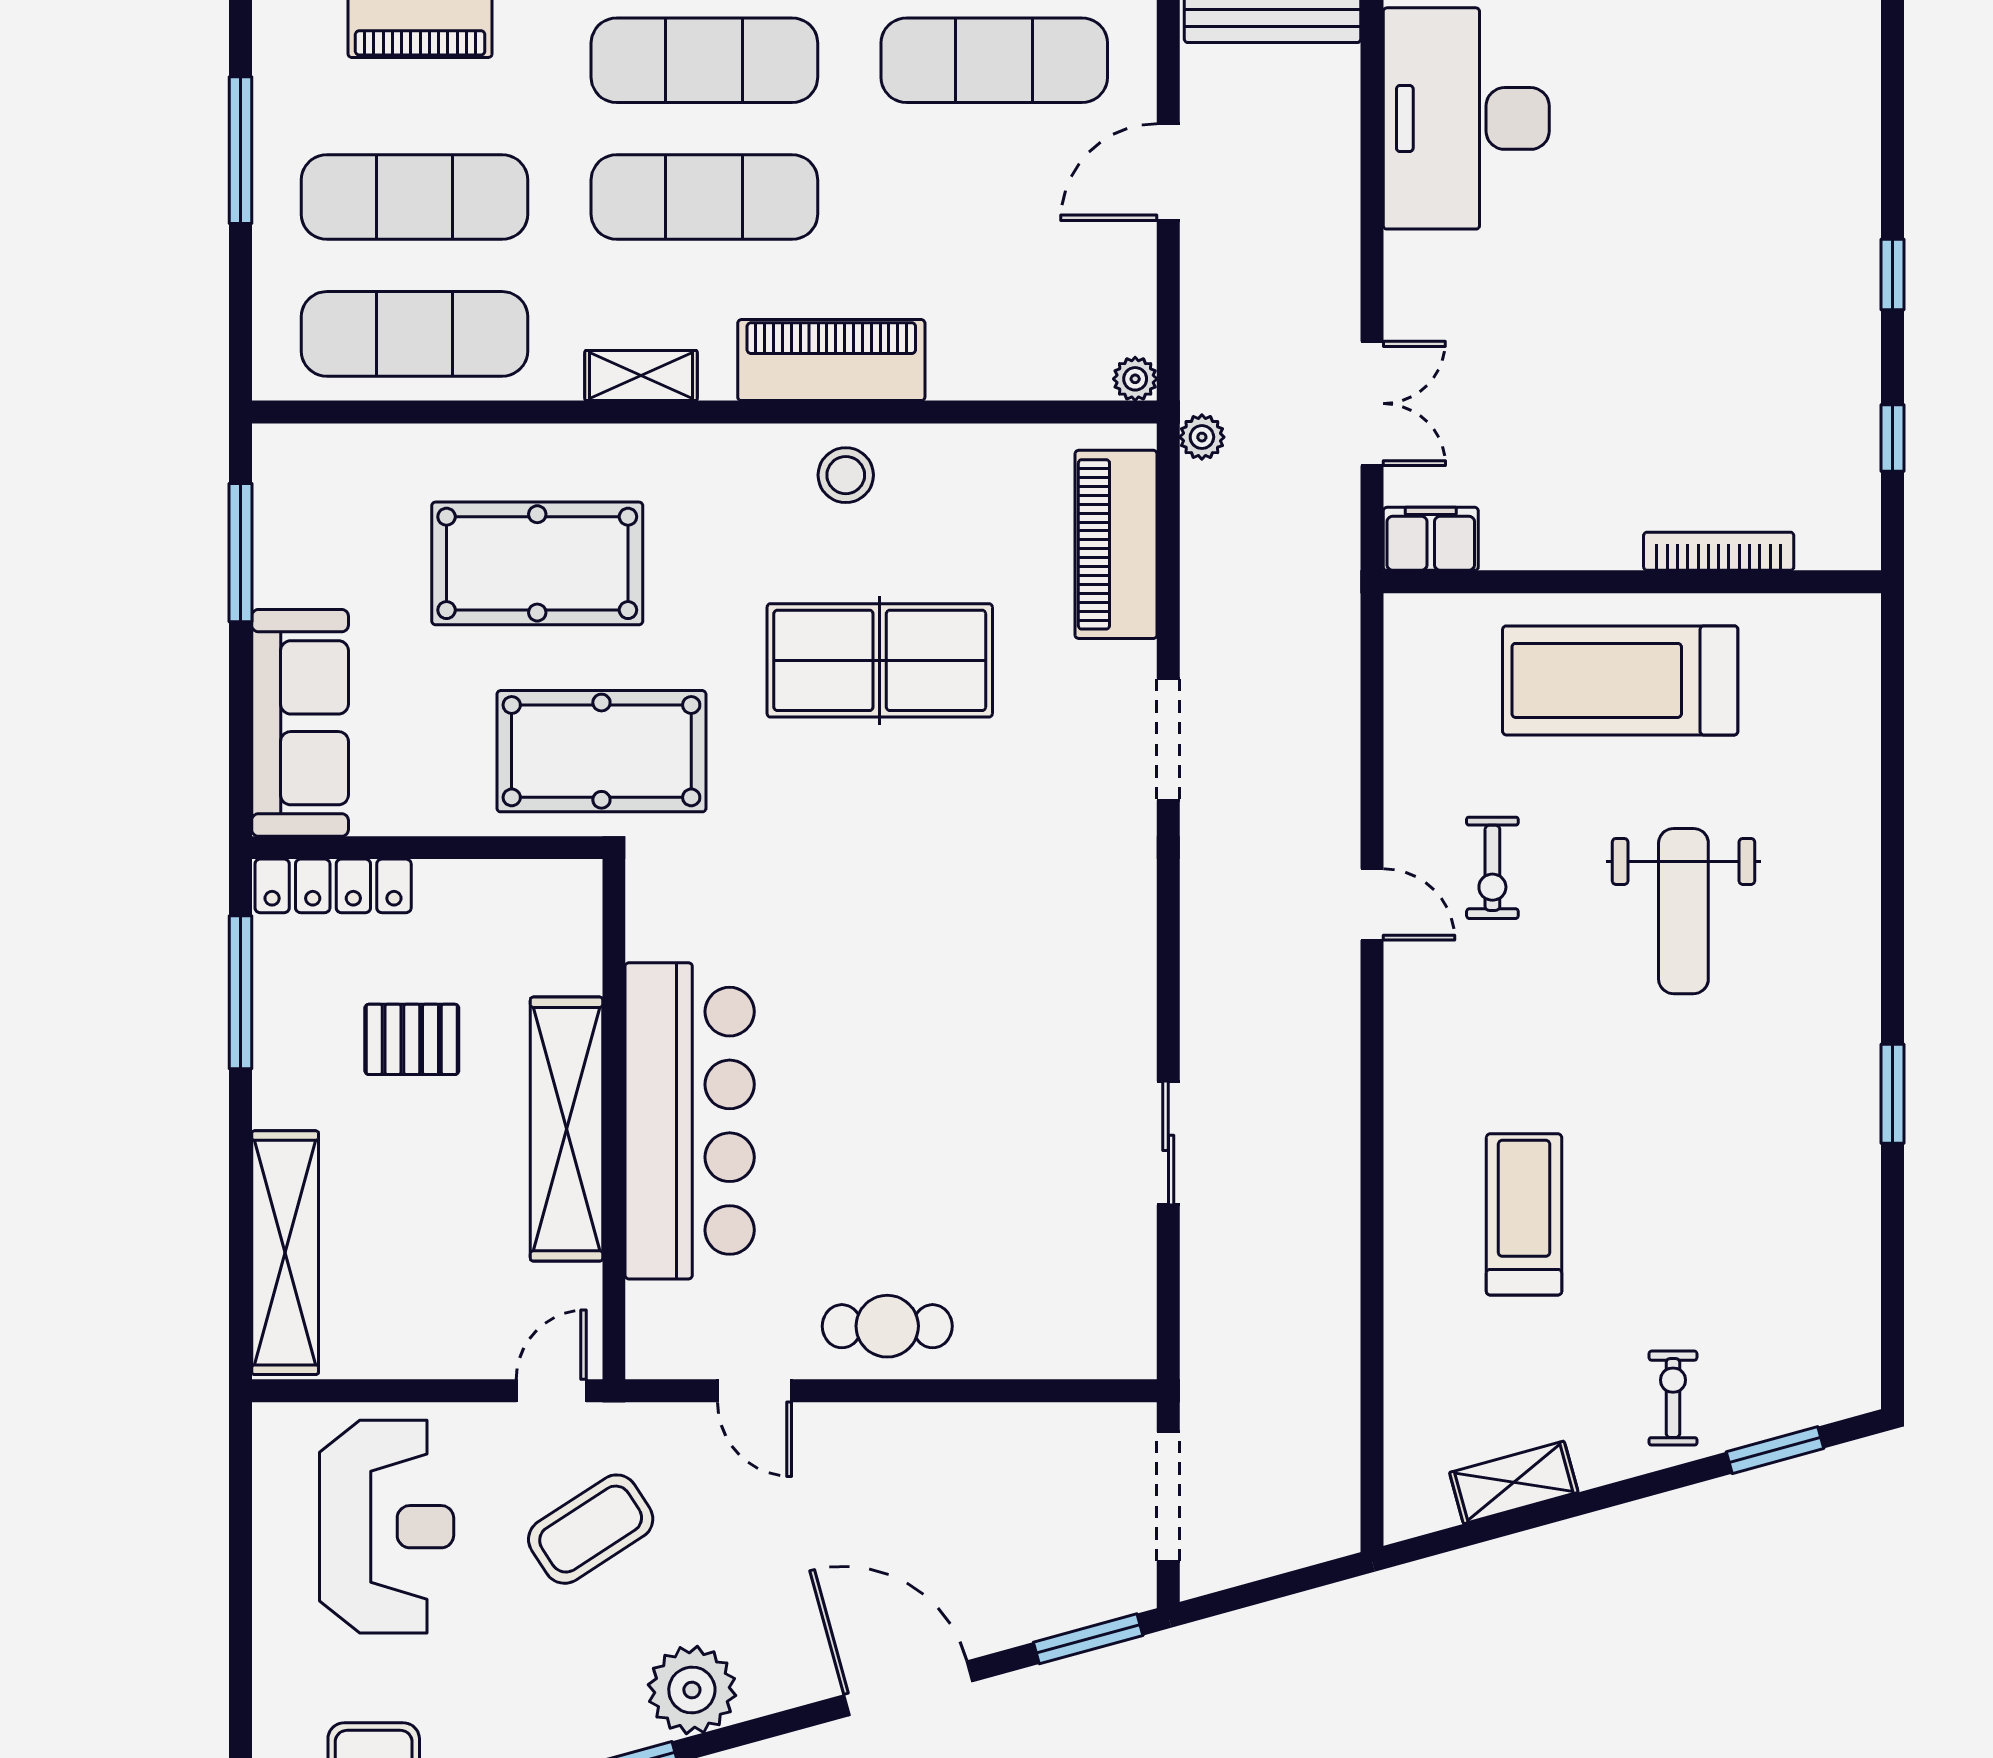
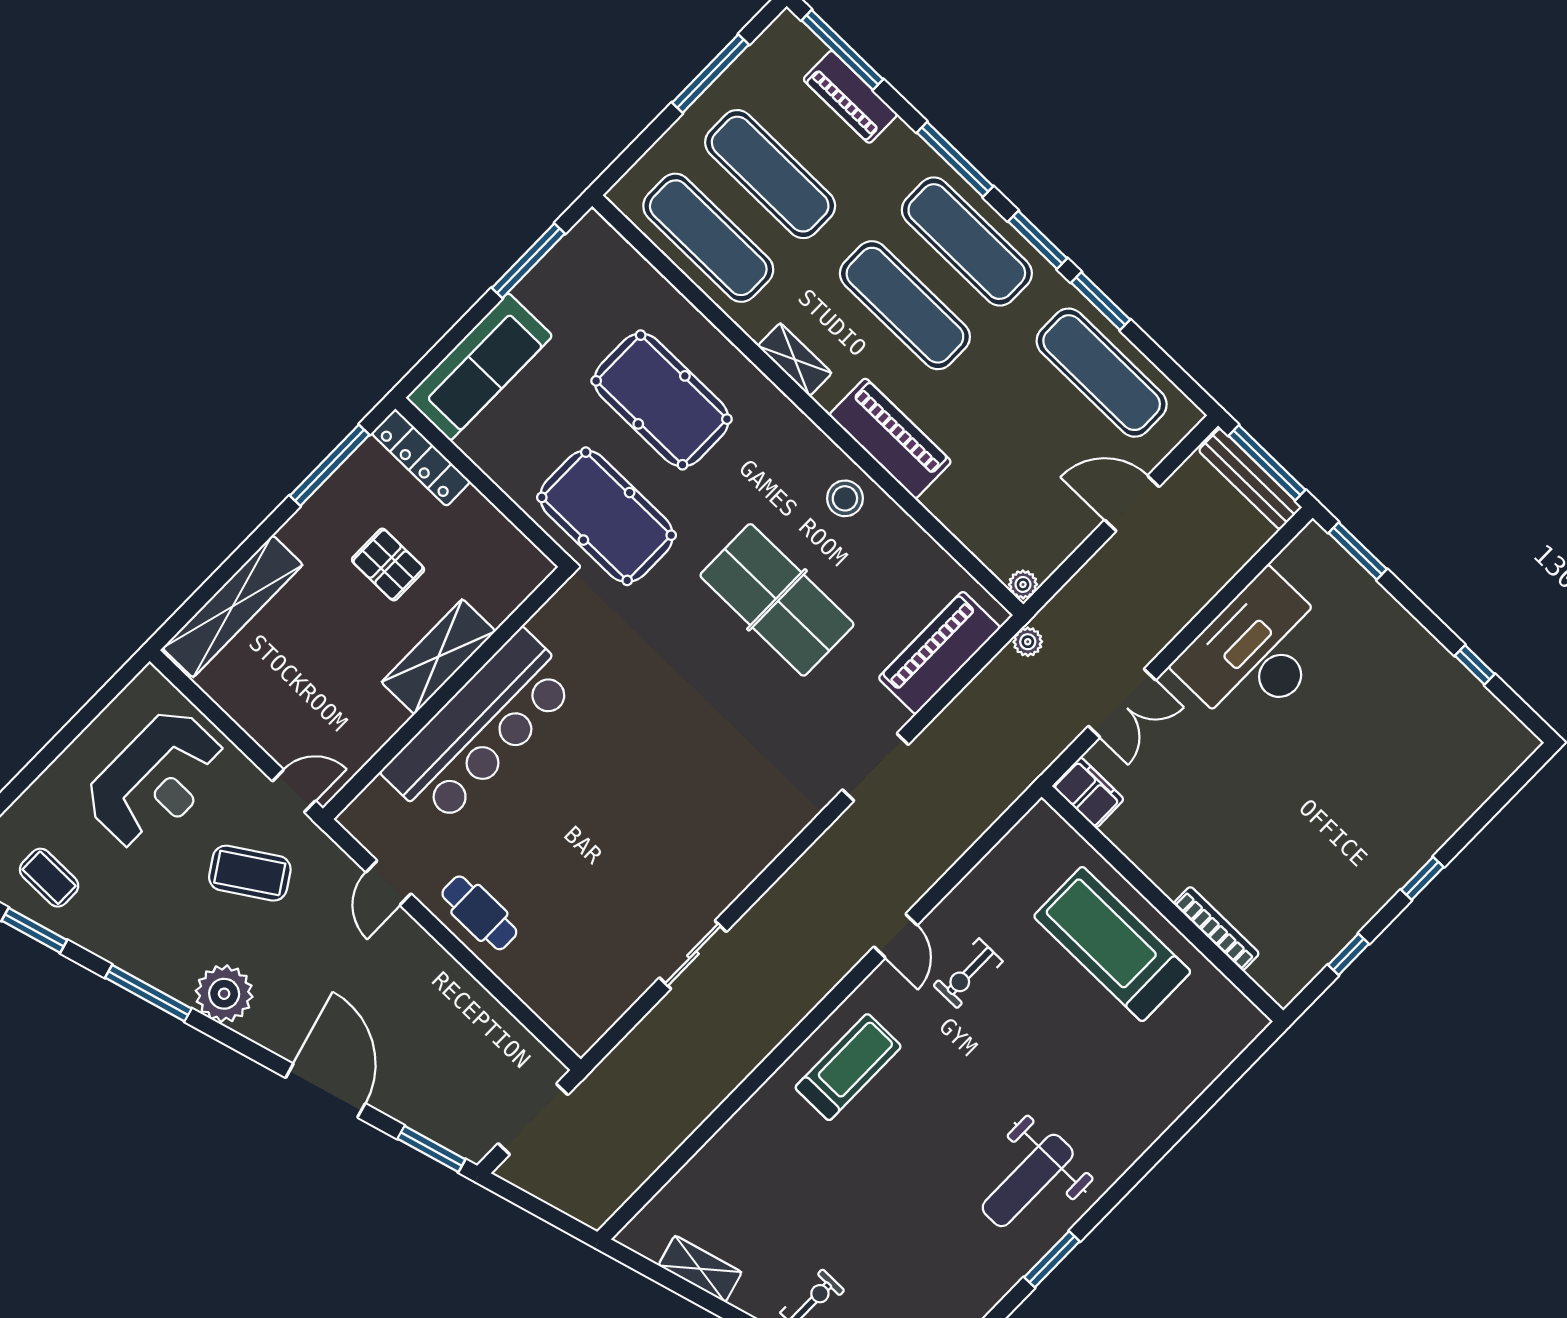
desk: (1466, 118) -> (1256, 653), moved
weight bench: (1683, 911) -> (1028, 1180), moved
shelving: (567, 1129) -> (438, 657), width x0.68
treadmill: (1524, 1214) -> (848, 1067), moved

